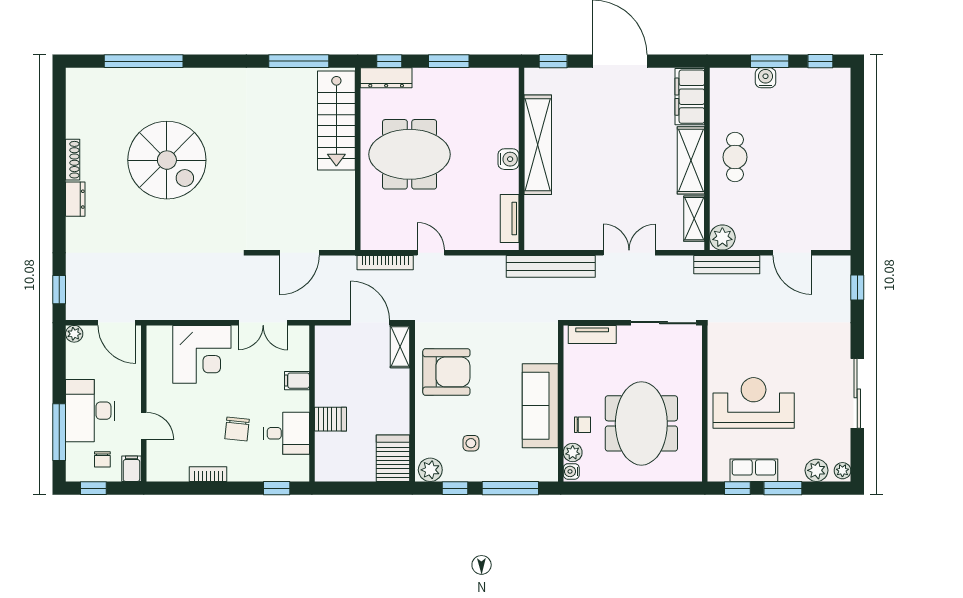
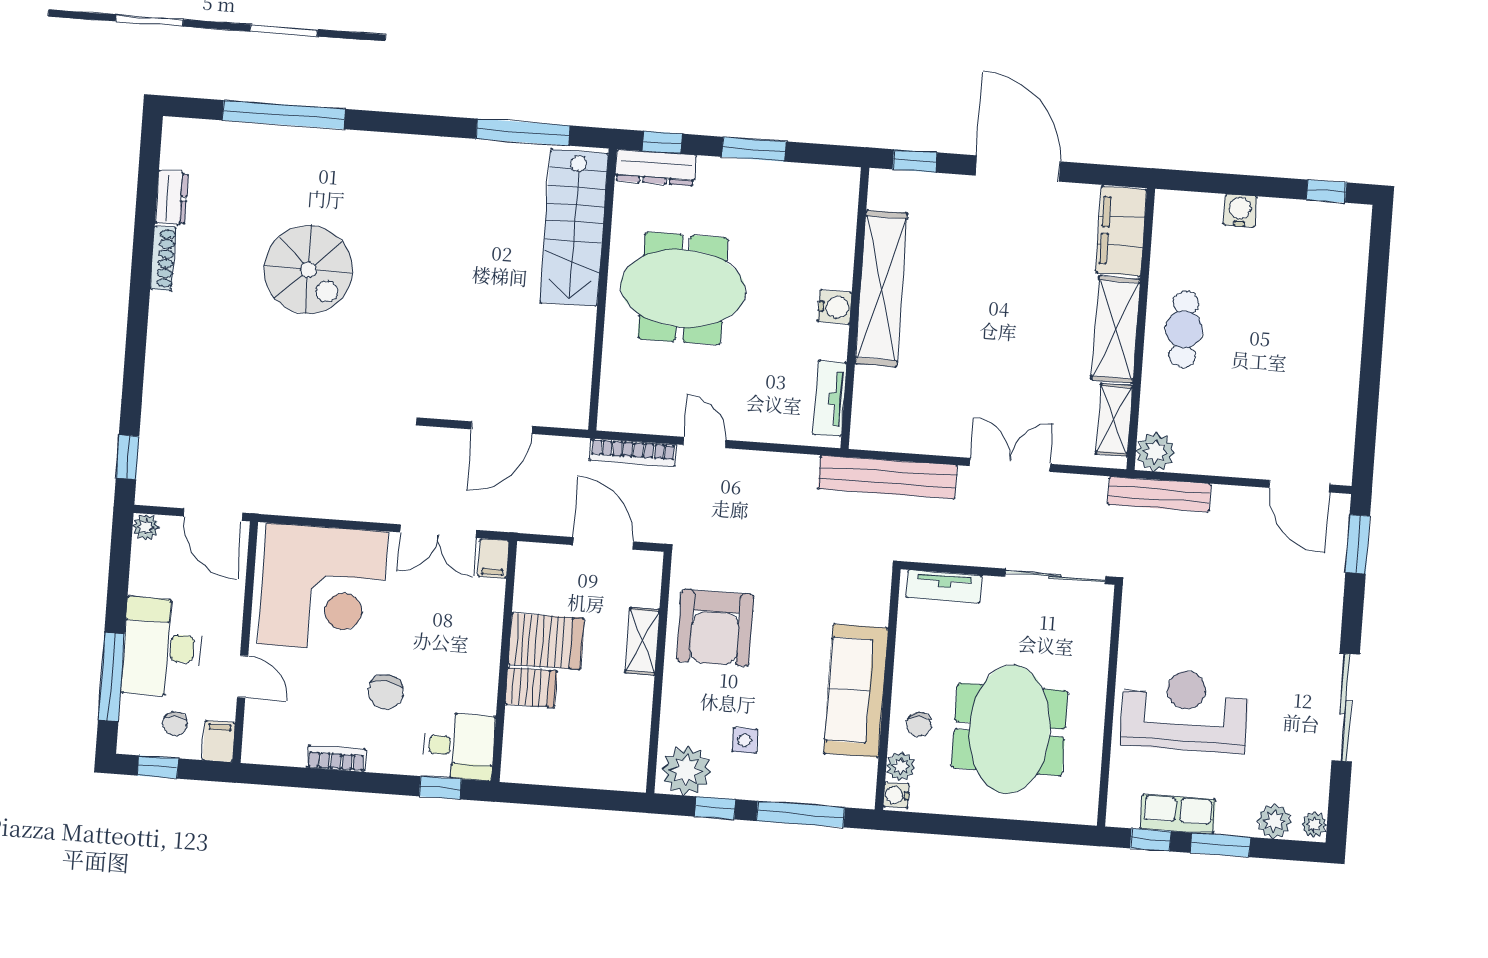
window: (770, 61) -> (1248, 185), removed
spiral stairs: (167, 160) -> (308, 270), width x0.73, depth x0.73
dresser: (75, 199) -> (172, 198), moved
door: (792, 253) -> (1299, 486), moved
window: (857, 288) -> (1358, 544), width x1.50
shelving: (400, 347) -> (642, 641), moved
corner desk: (202, 354) -> (323, 588), width x1.36, depth x1.36
armchair: (446, 372) -> (715, 628), turned 90
filing cabinet: (297, 381) -> (493, 558), moved, turned -90
chair: (582, 425) -> (919, 725), turned 85
desk: (287, 433) -> (459, 746), moved
server rack: (393, 458) -> (546, 641), moved, turned 90
plant: (430, 470) -> (686, 771), width x1.36, depth x1.36

